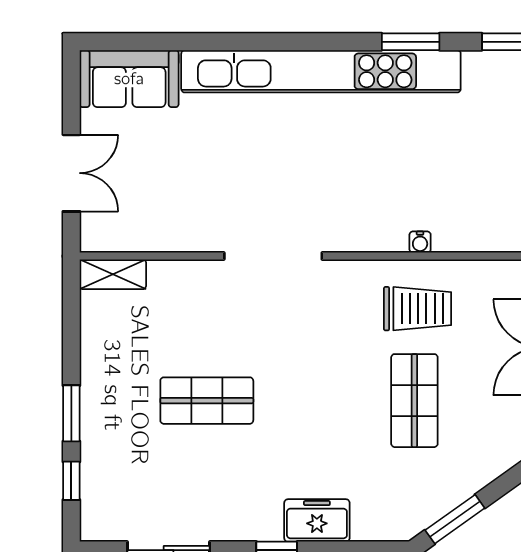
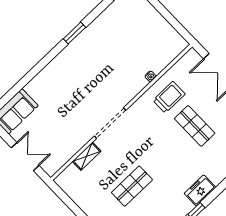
window: (411, 42) -> (74, 33), moved
kitchen unit: (321, 71) -> (71, 53), removed
shelving: (113, 274) -> (87, 156), moved

